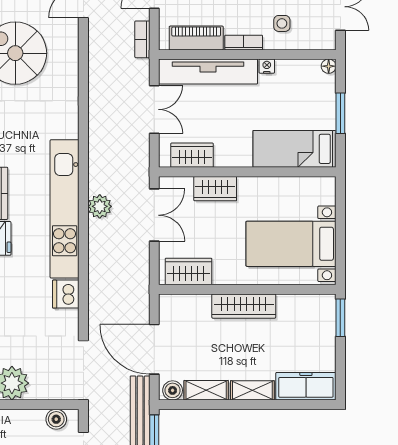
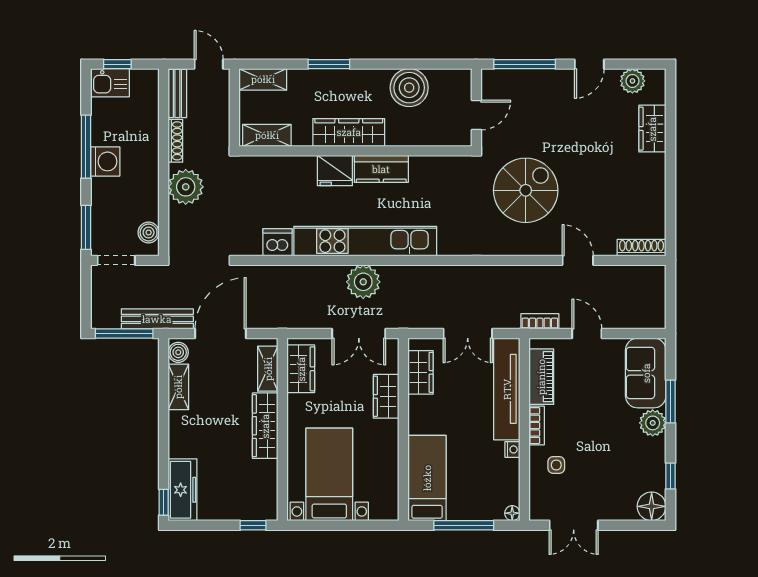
window: (340, 113) -> (464, 525), width x1.44
plant: (100, 206) -> (363, 282), width x1.36, depth x1.36
window: (340, 318) -> (253, 525), width x0.67
shelving: (252, 390) -> (268, 369), moved
window: (318, 405) -> (164, 502), added

